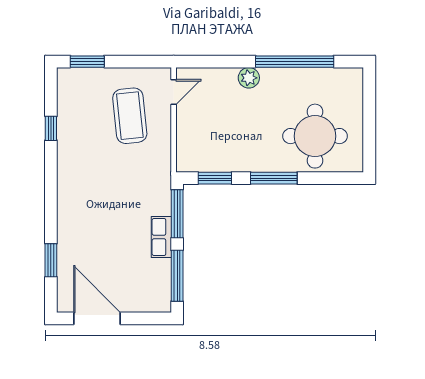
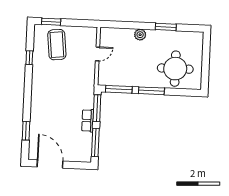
window: (295, 62) -> (166, 27), width x0.47
door: (174, 92) -> (97, 54), moved
coffee table: (130, 116) -> (57, 45), moved
window: (215, 178) -> (119, 89), width x1.44

